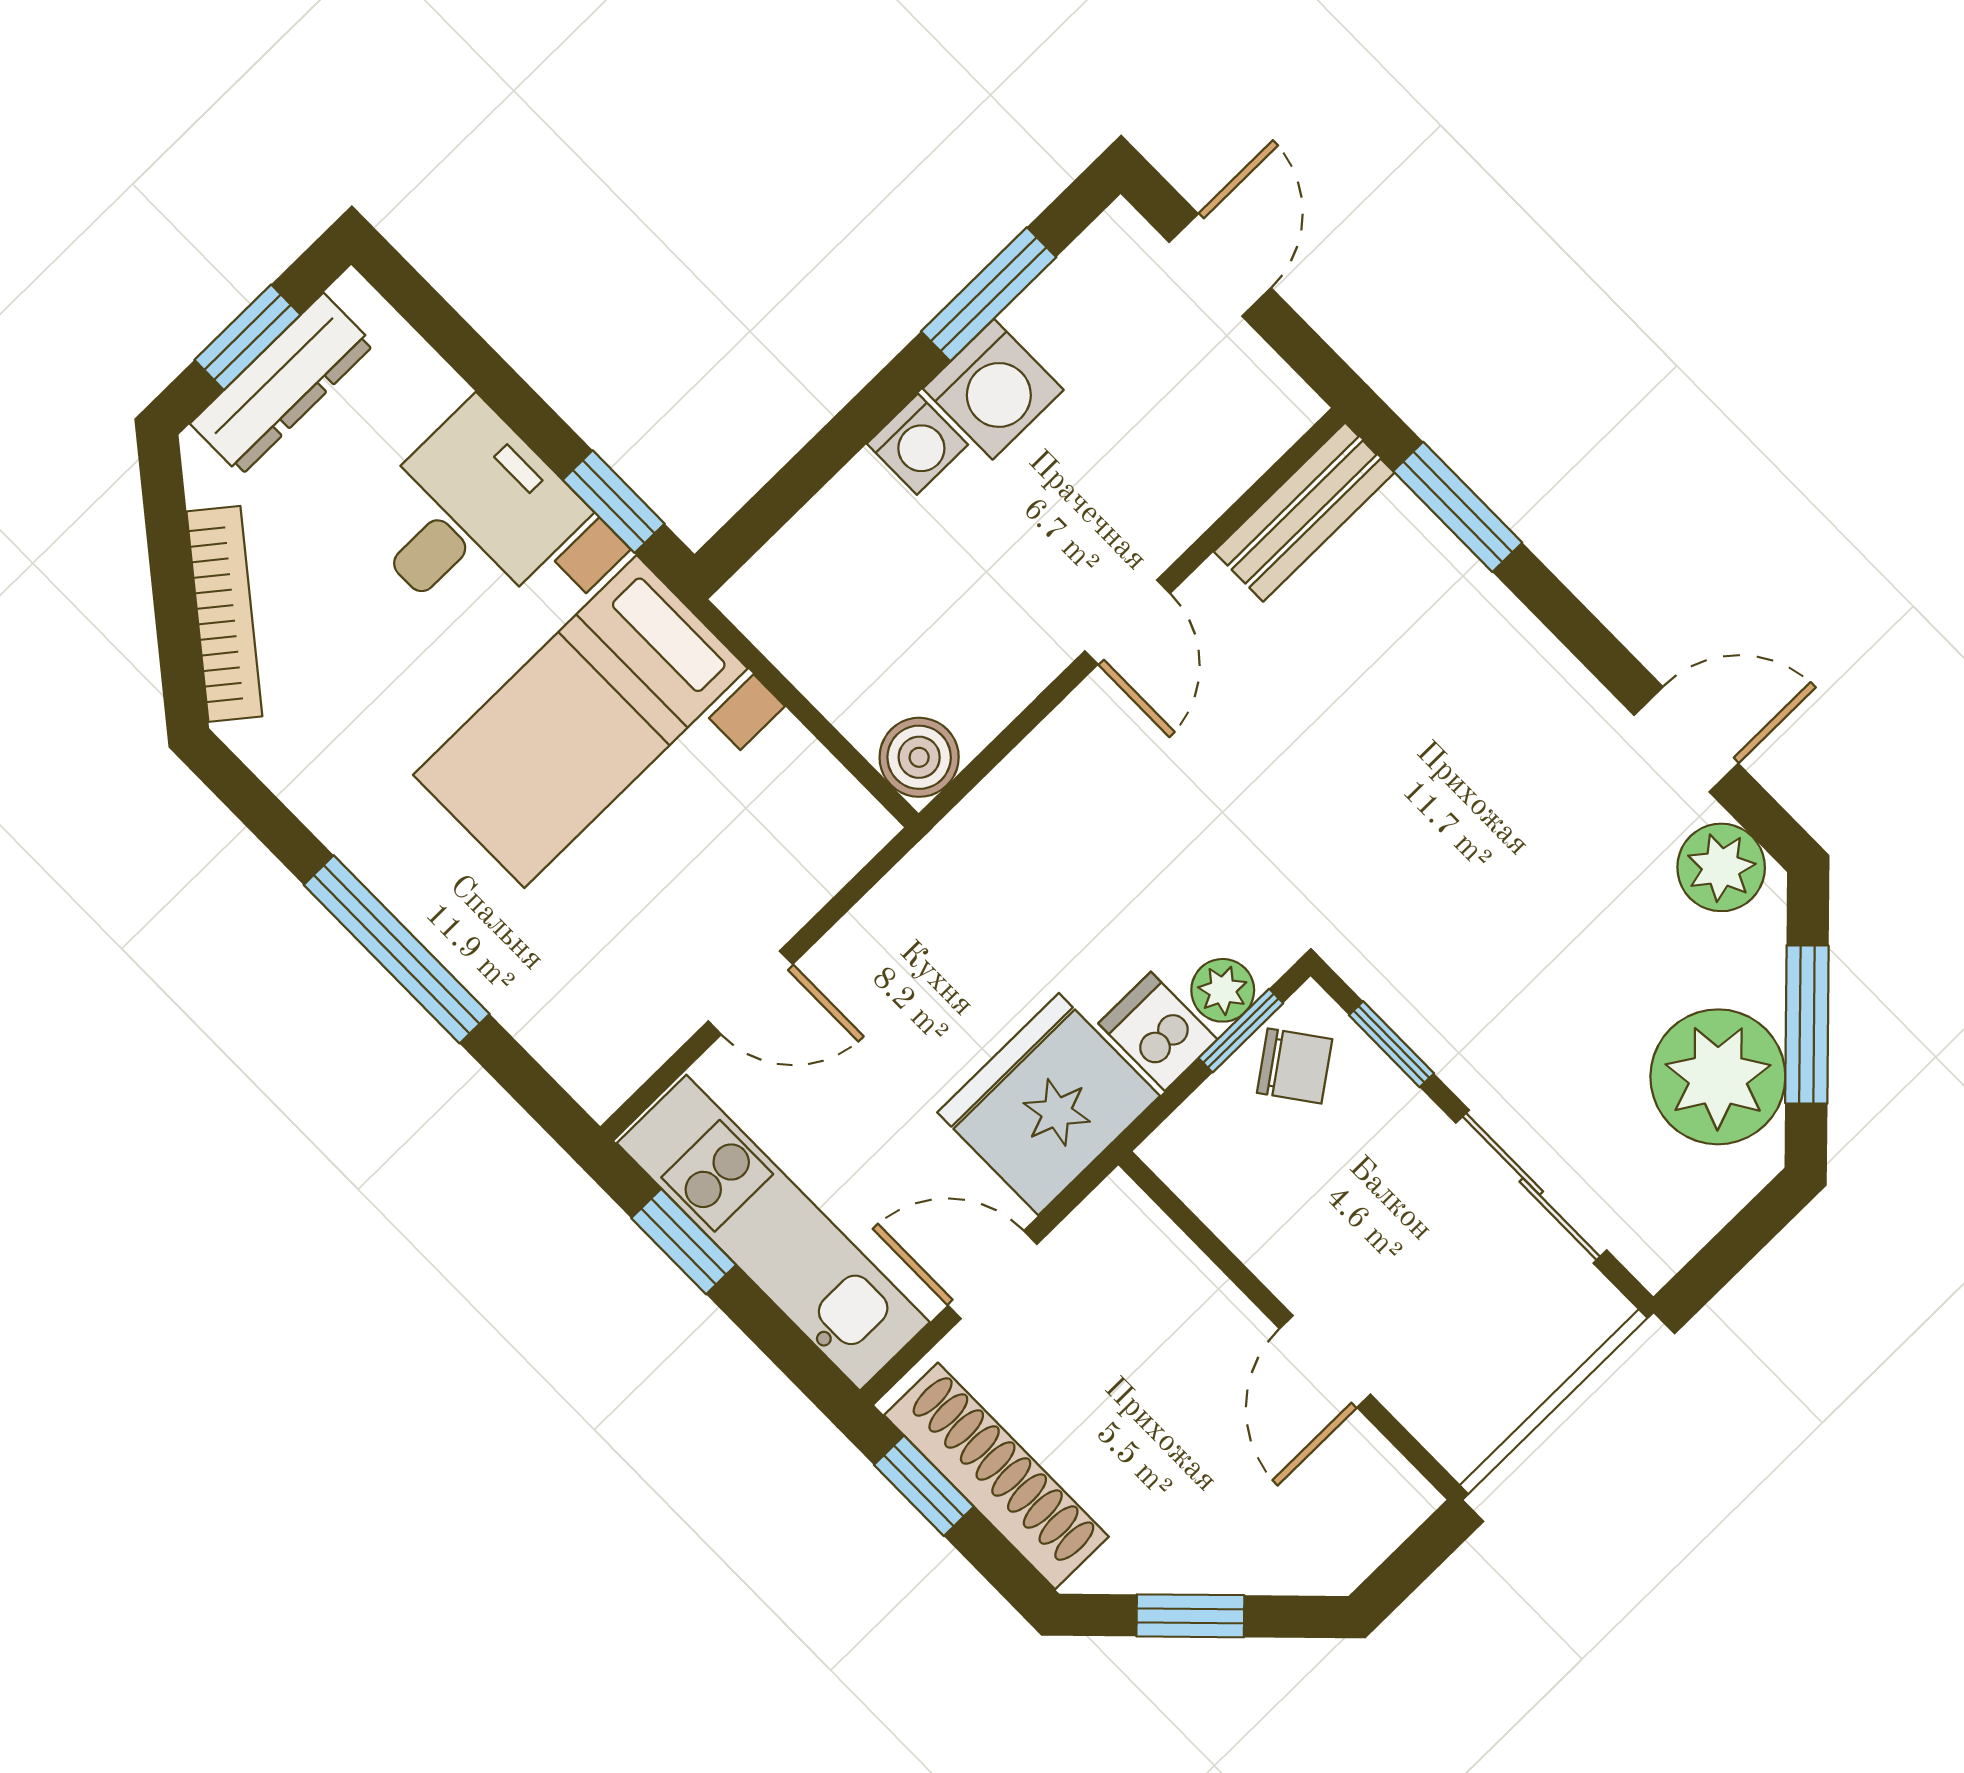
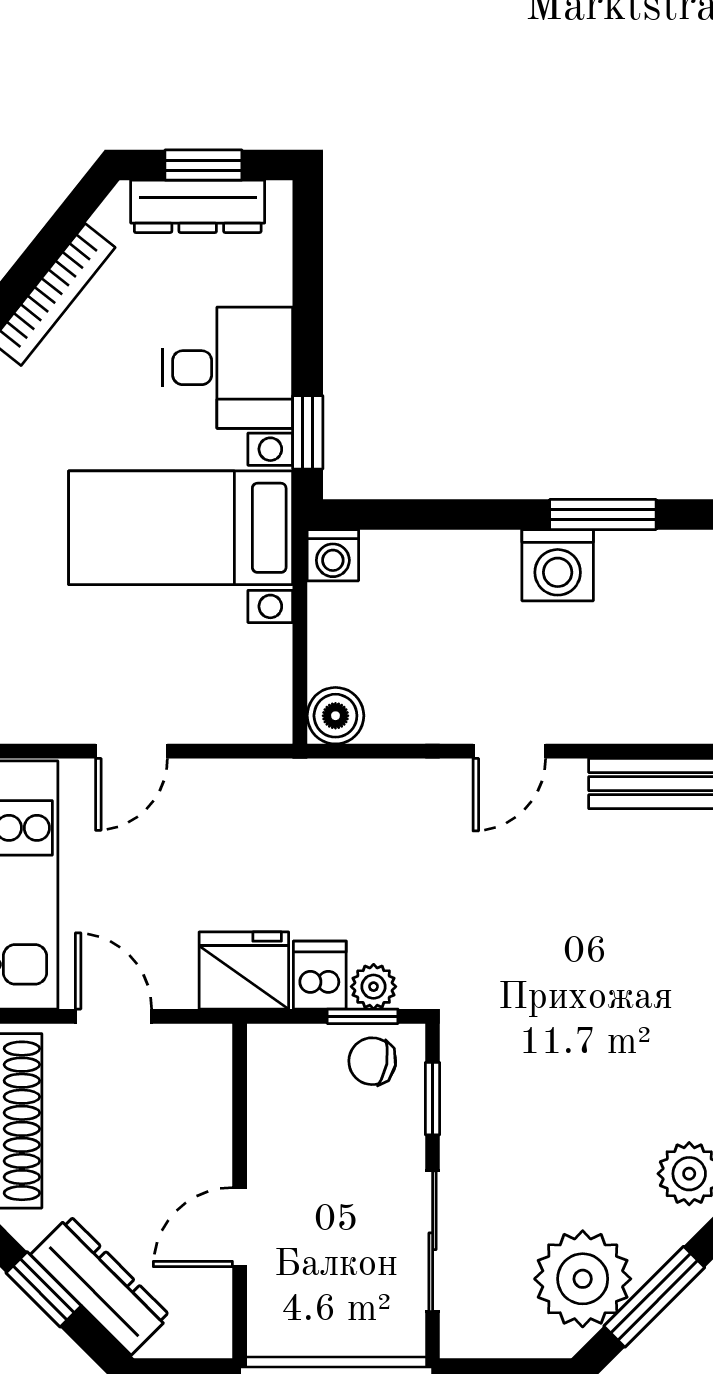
washing machine: (917, 444) -> (333, 555), moved
door: (750, 993) -> (132, 751), hinge flipped
chair: (1295, 1066) -> (372, 1061), turned 136
fridge: (1049, 1104) -> (244, 970), width x0.73, depth x0.75
dresser: (1243, 1556) -> (100, 1285), added

